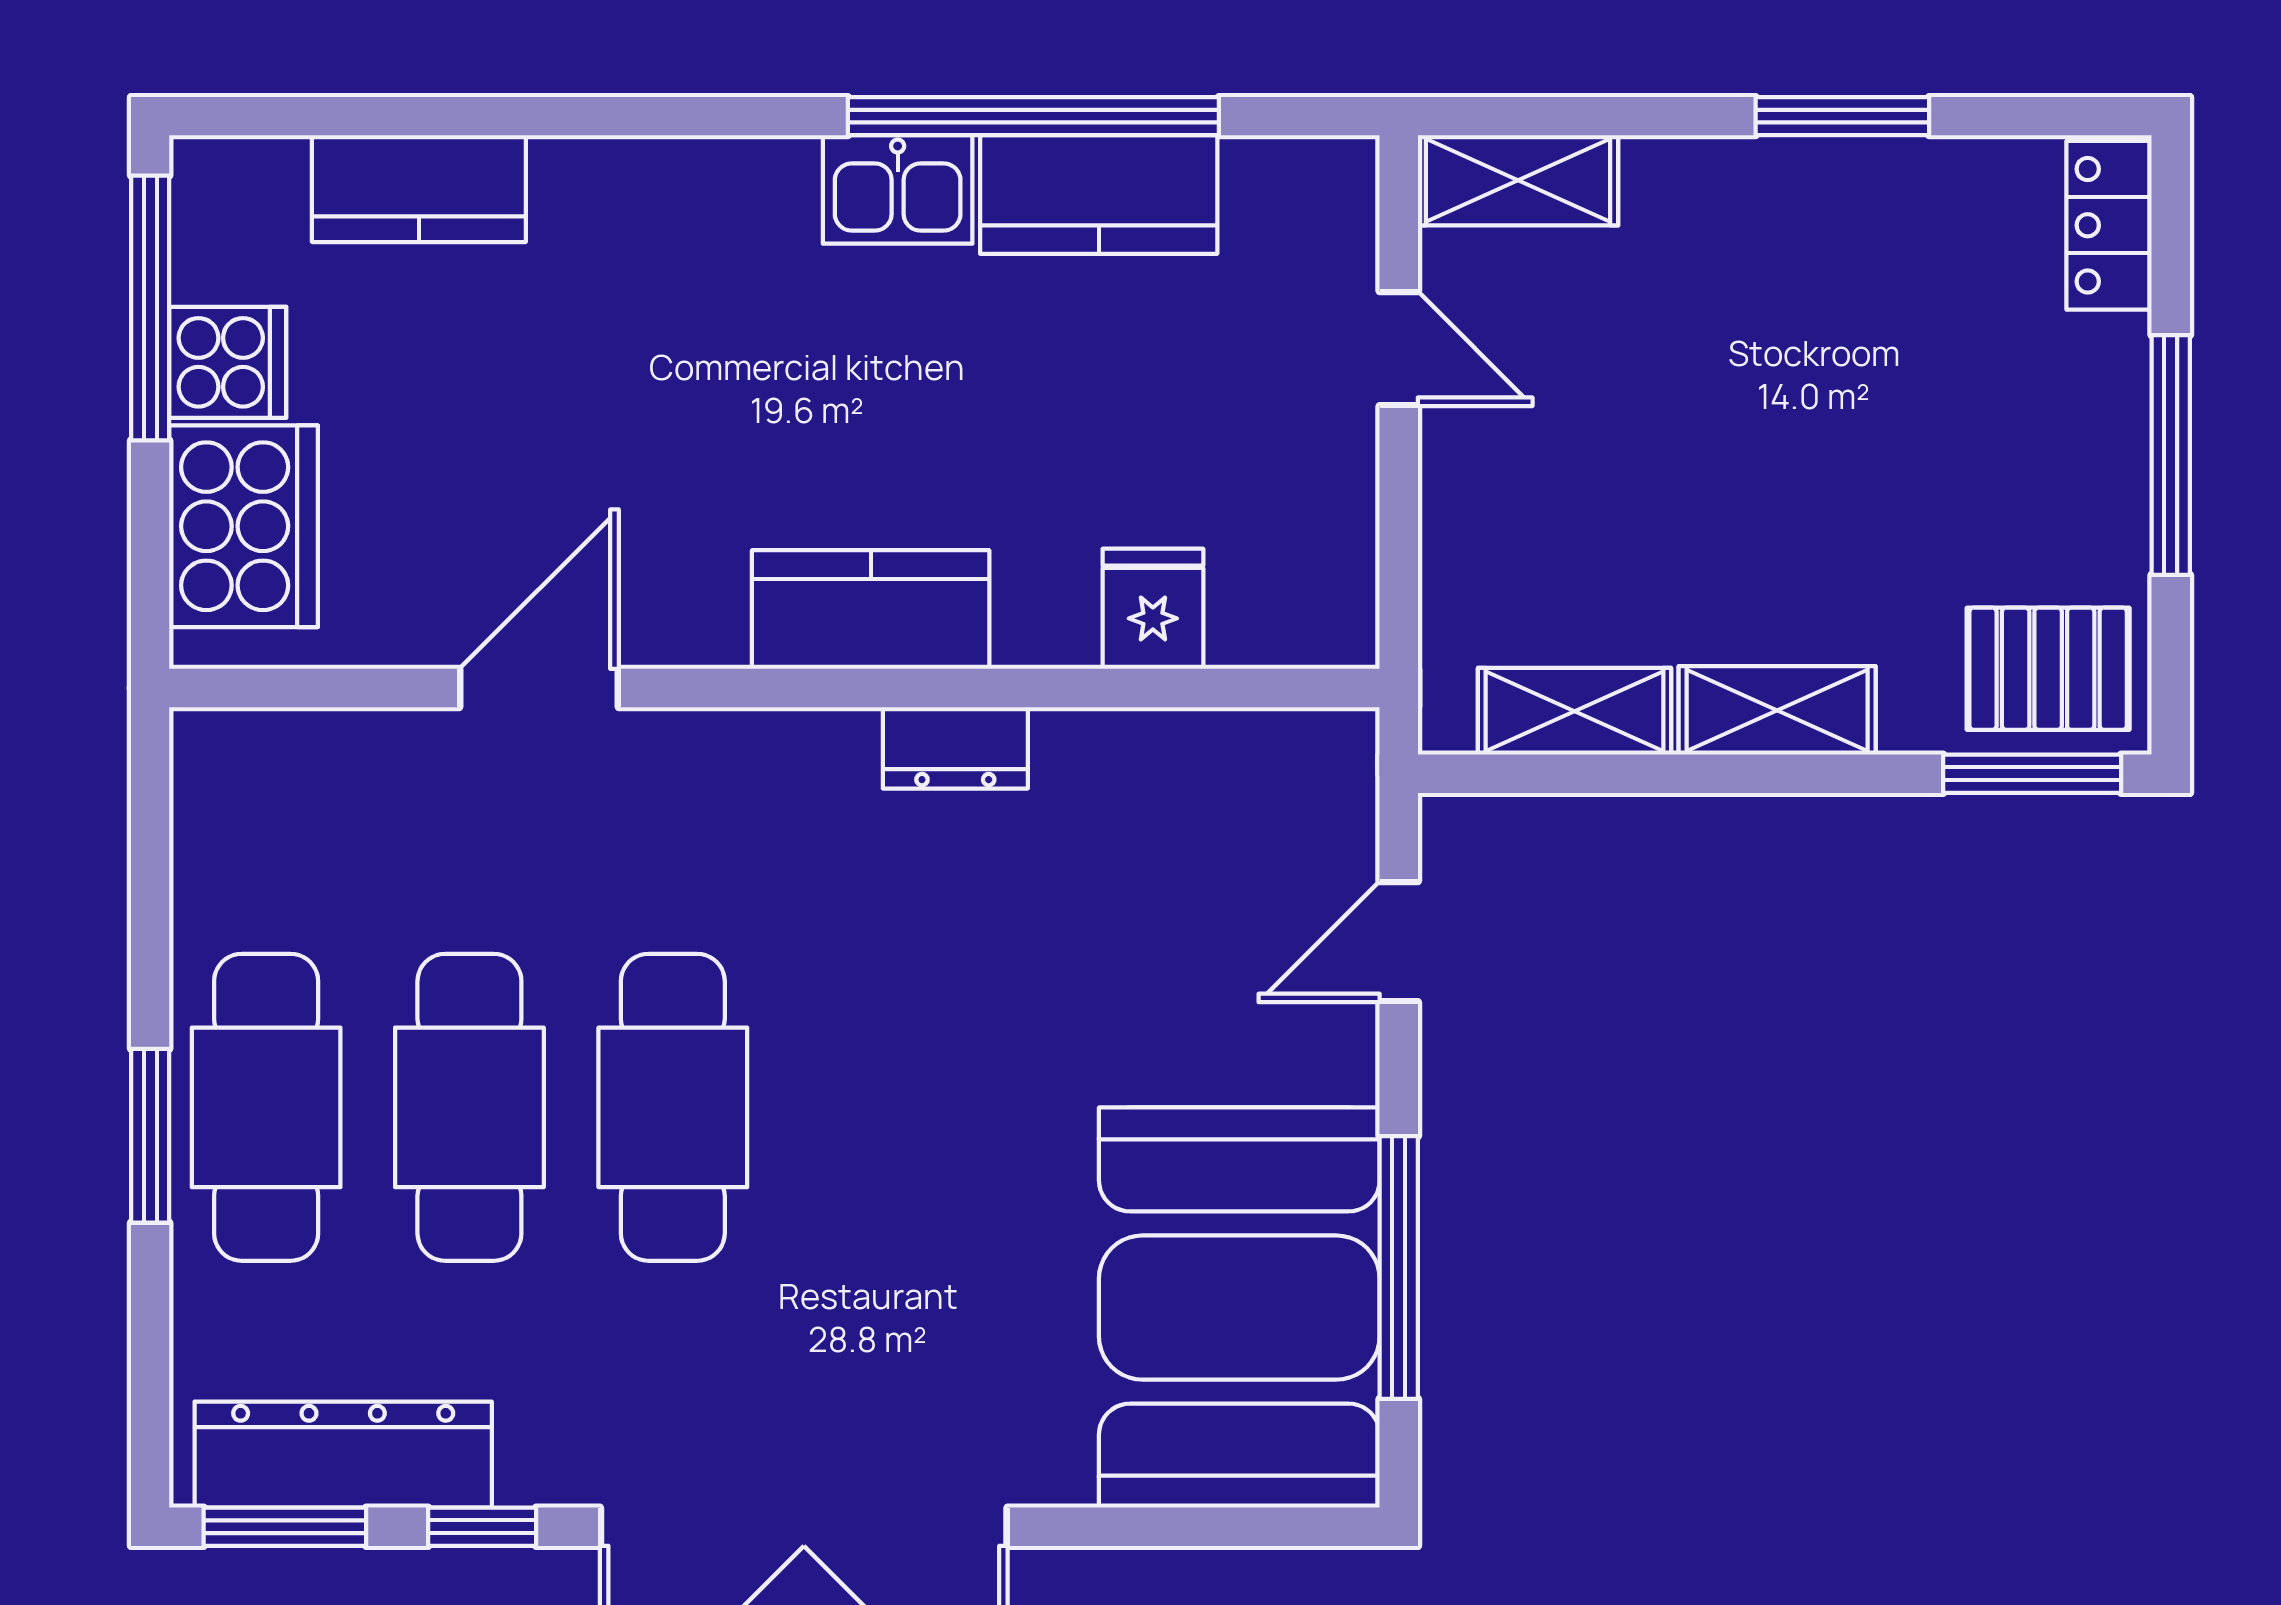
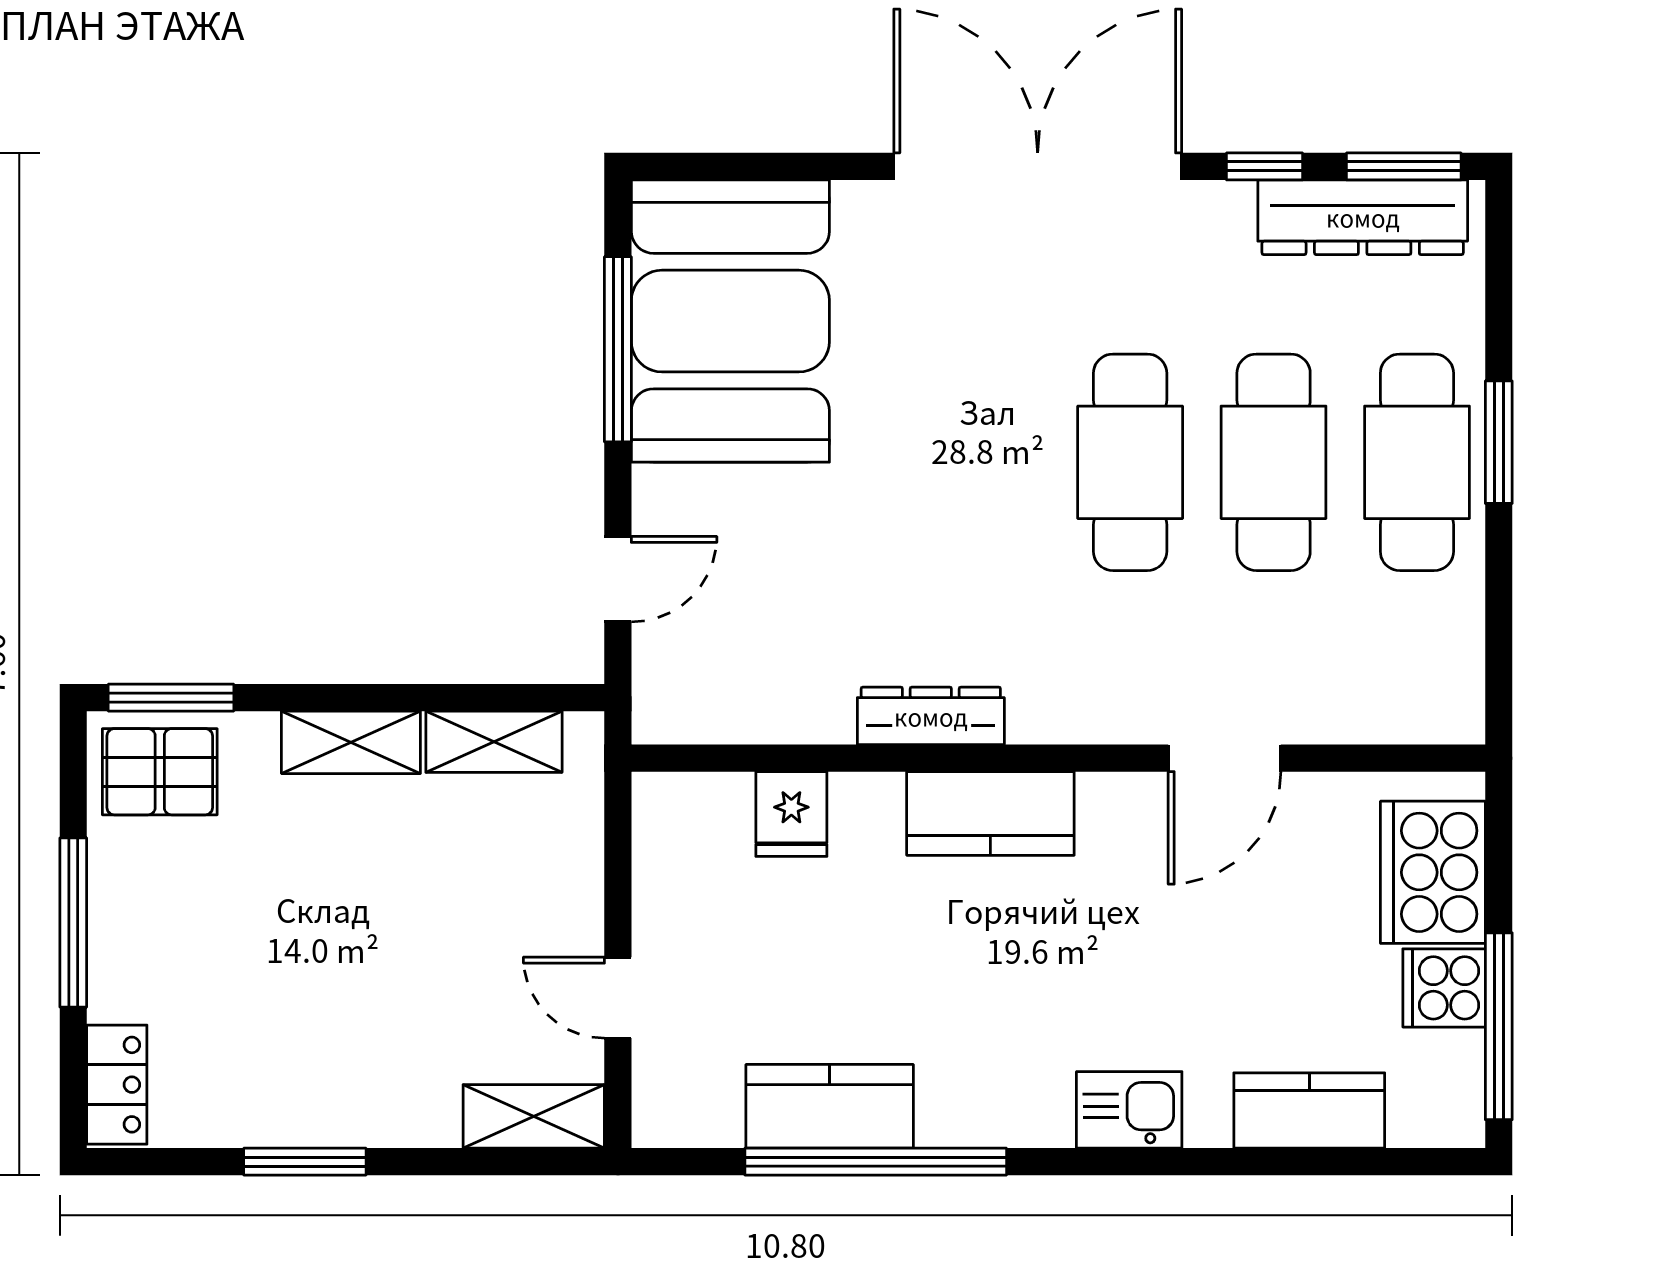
kitchen sink: (898, 189) -> (1129, 1110), moved
dresser: (955, 748) -> (931, 716), width x1.44

